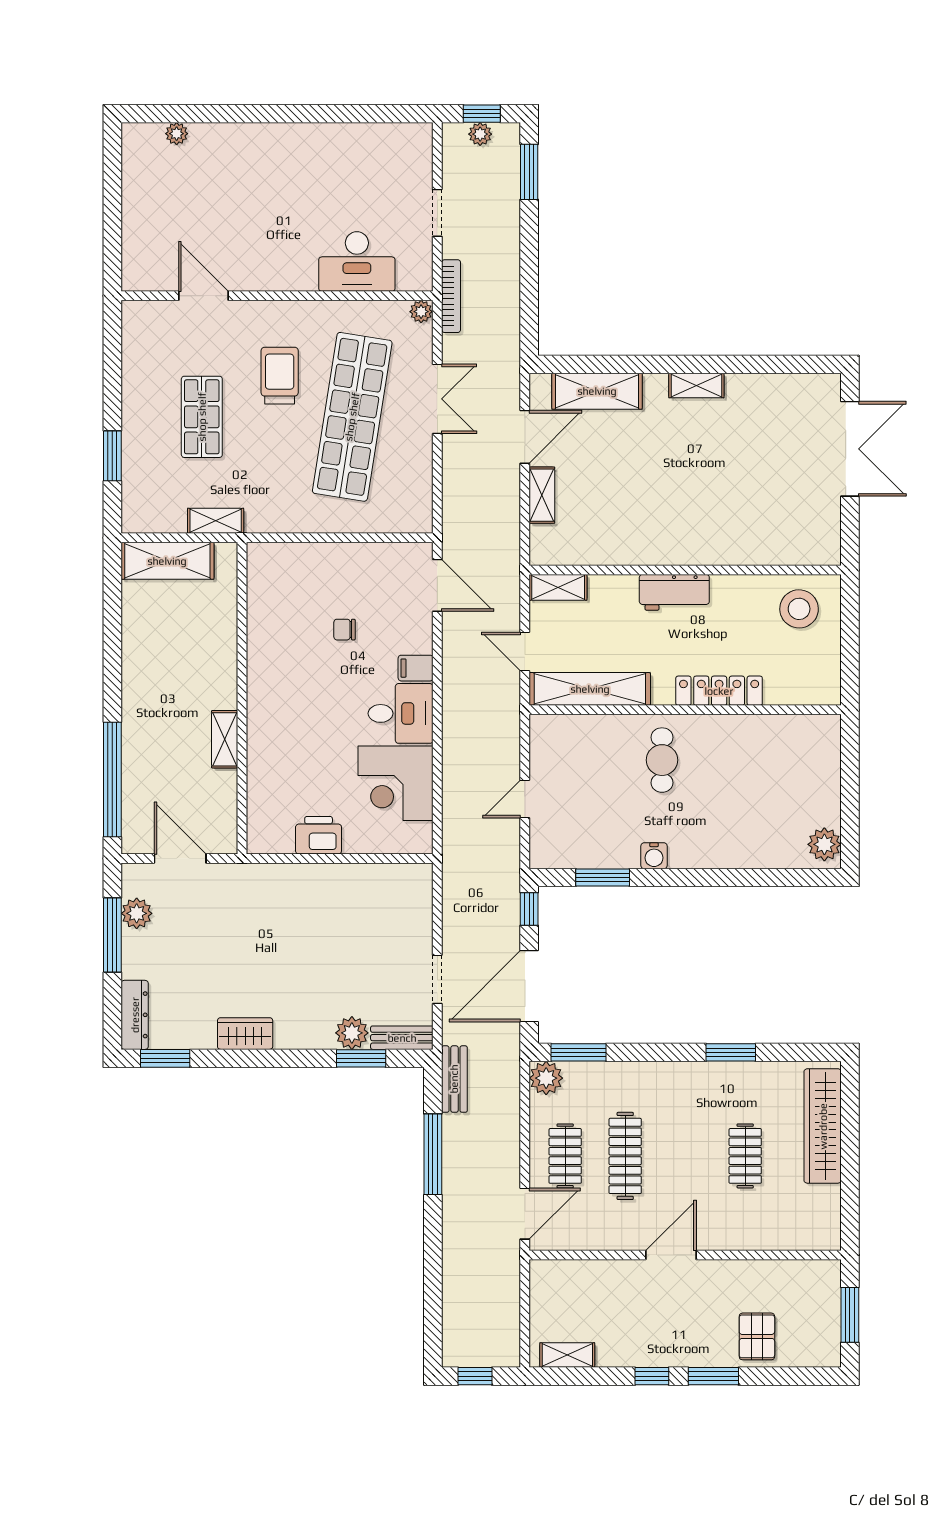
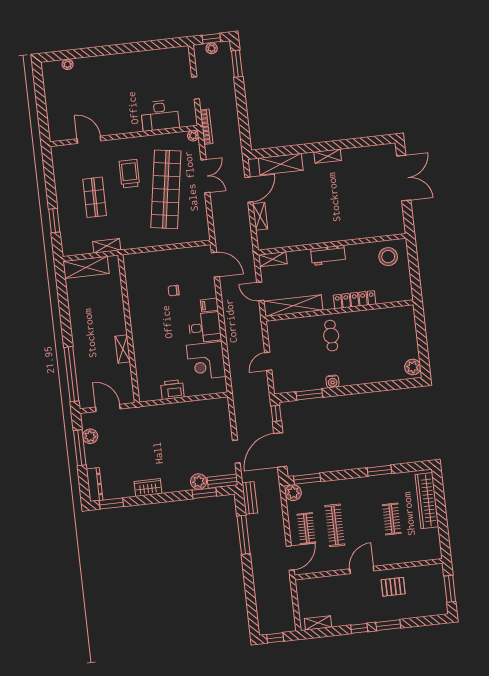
pallet: (757, 1336) -> (393, 587), moved, turned 90

